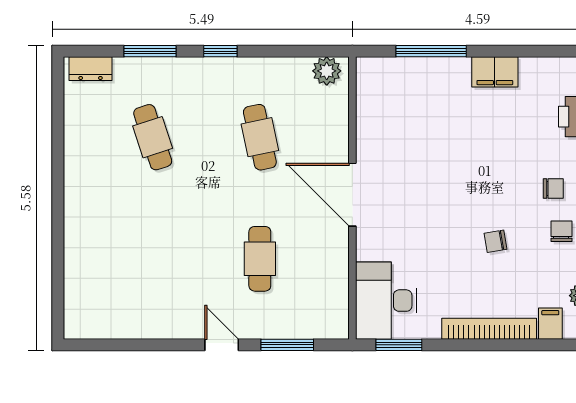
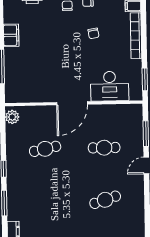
cafe table: (153, 137) -> (105, 200), moved
desk: (386, 301) -> (110, 86), moved

